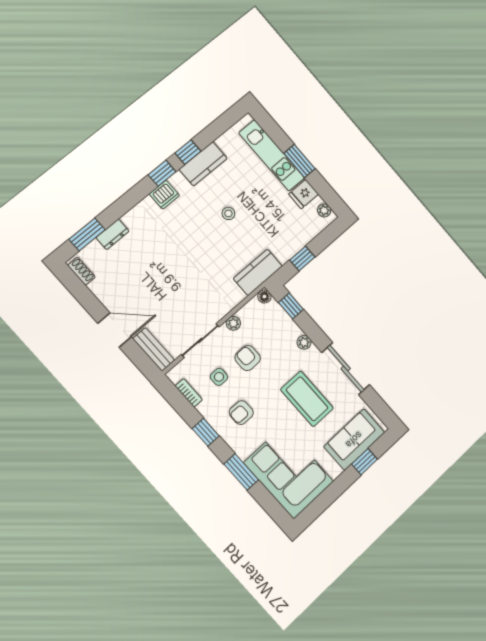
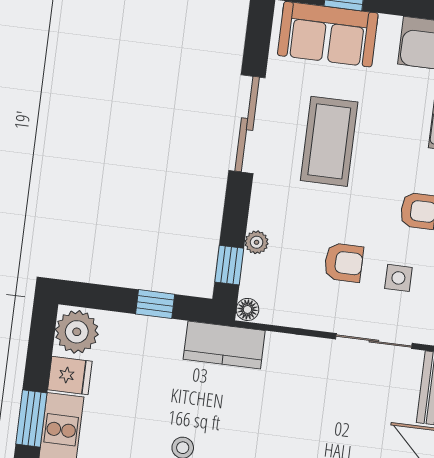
plant: (324, 210) -> (77, 332), width x1.87, depth x1.87
plant: (233, 323) -> (316, 319), removed
plant: (304, 342) -> (257, 242), moved
armchair: (248, 358) -> (344, 263), turned -90

